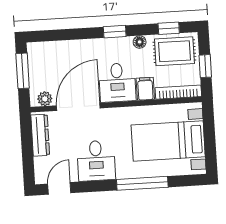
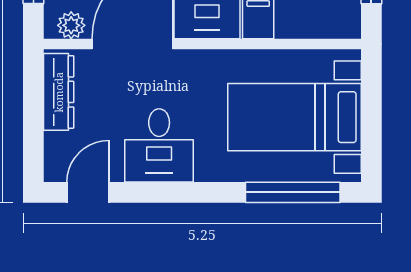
bookcase: (178, 92) -> (319, 28), removed
window: (142, 183) -> (293, 192), moved

